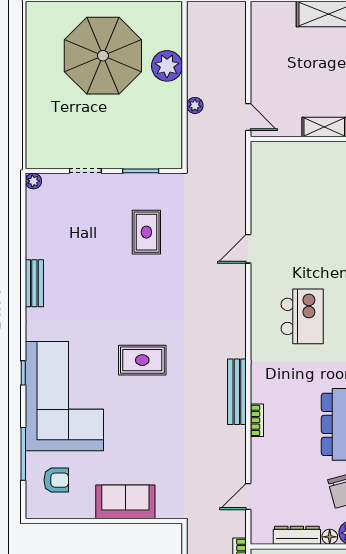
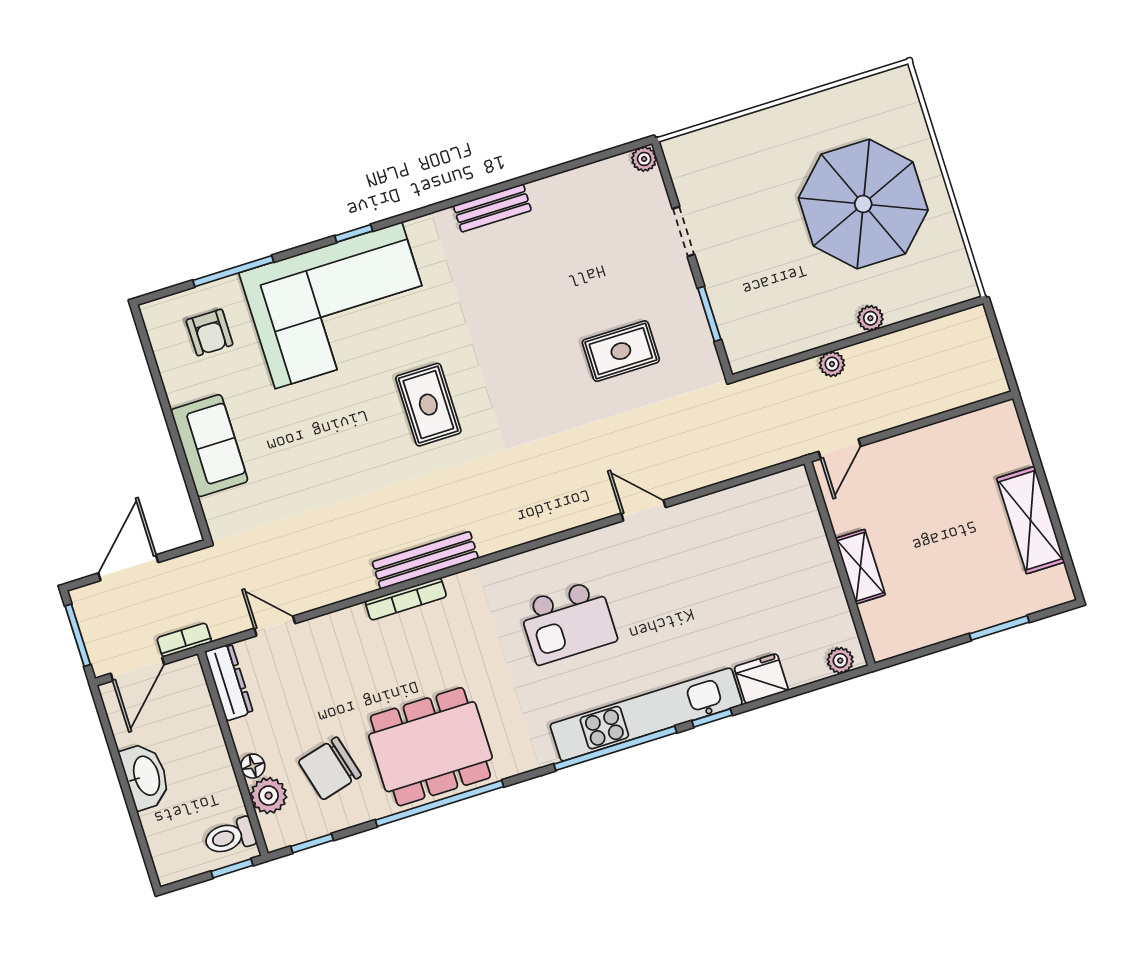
plant: (167, 66) -> (870, 318), width x0.53, depth x0.53
bookcase: (257, 420) -> (406, 599), width x1.56
dresser: (297, 535) -> (229, 682), moved

